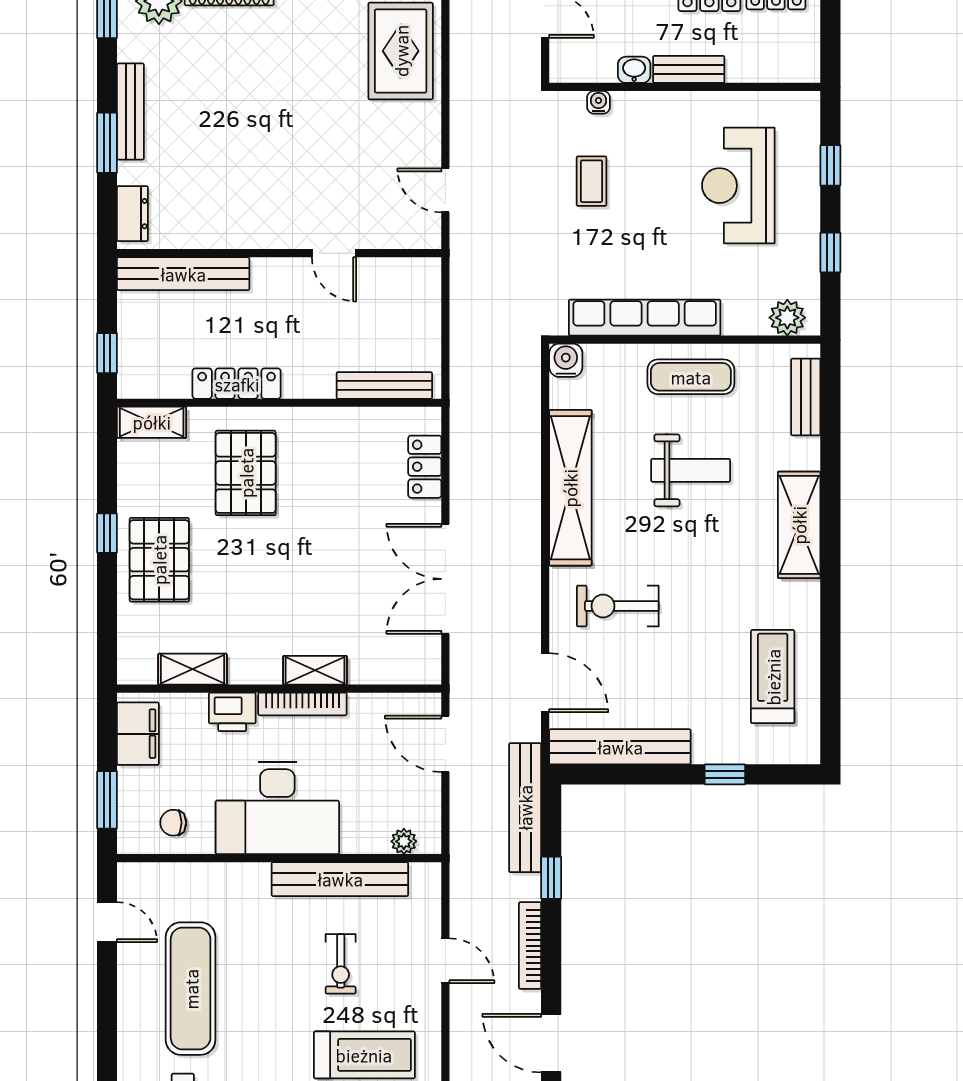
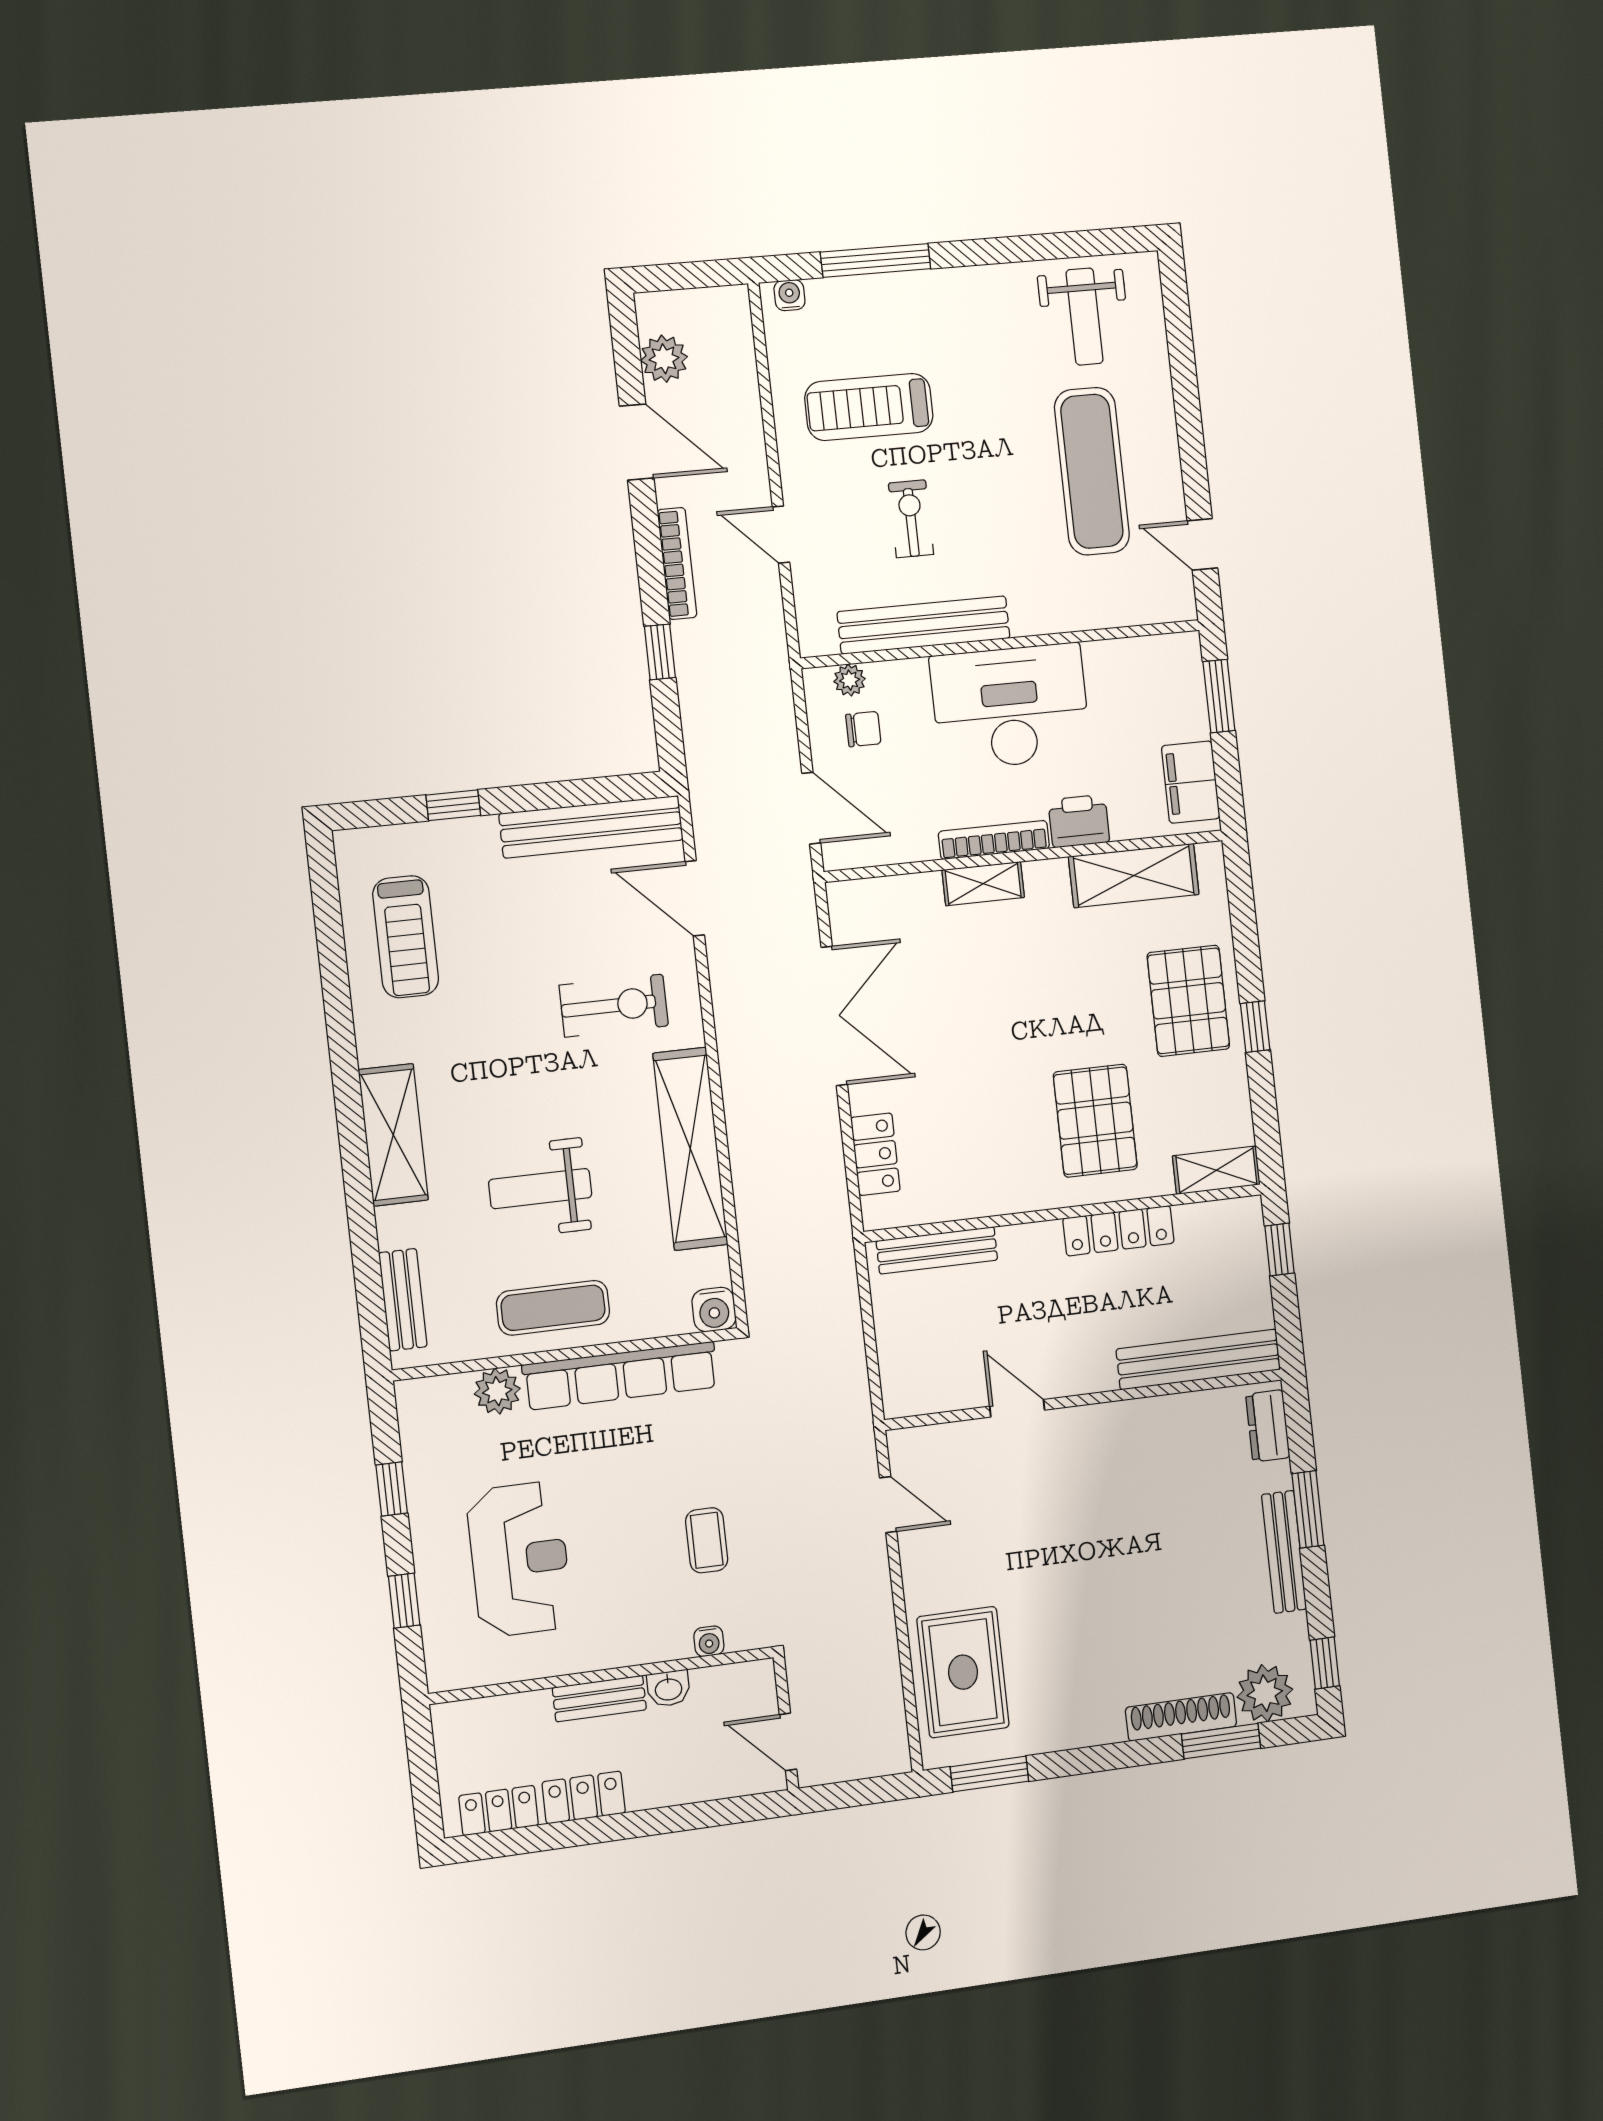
plant: (787, 318) -> (497, 1391), moved
shelving: (193, 669) -> (1134, 876), width x1.50, depth x1.33
bench: (525, 808) -> (703, 738), removed
chair: (173, 823) -> (863, 729), moved

